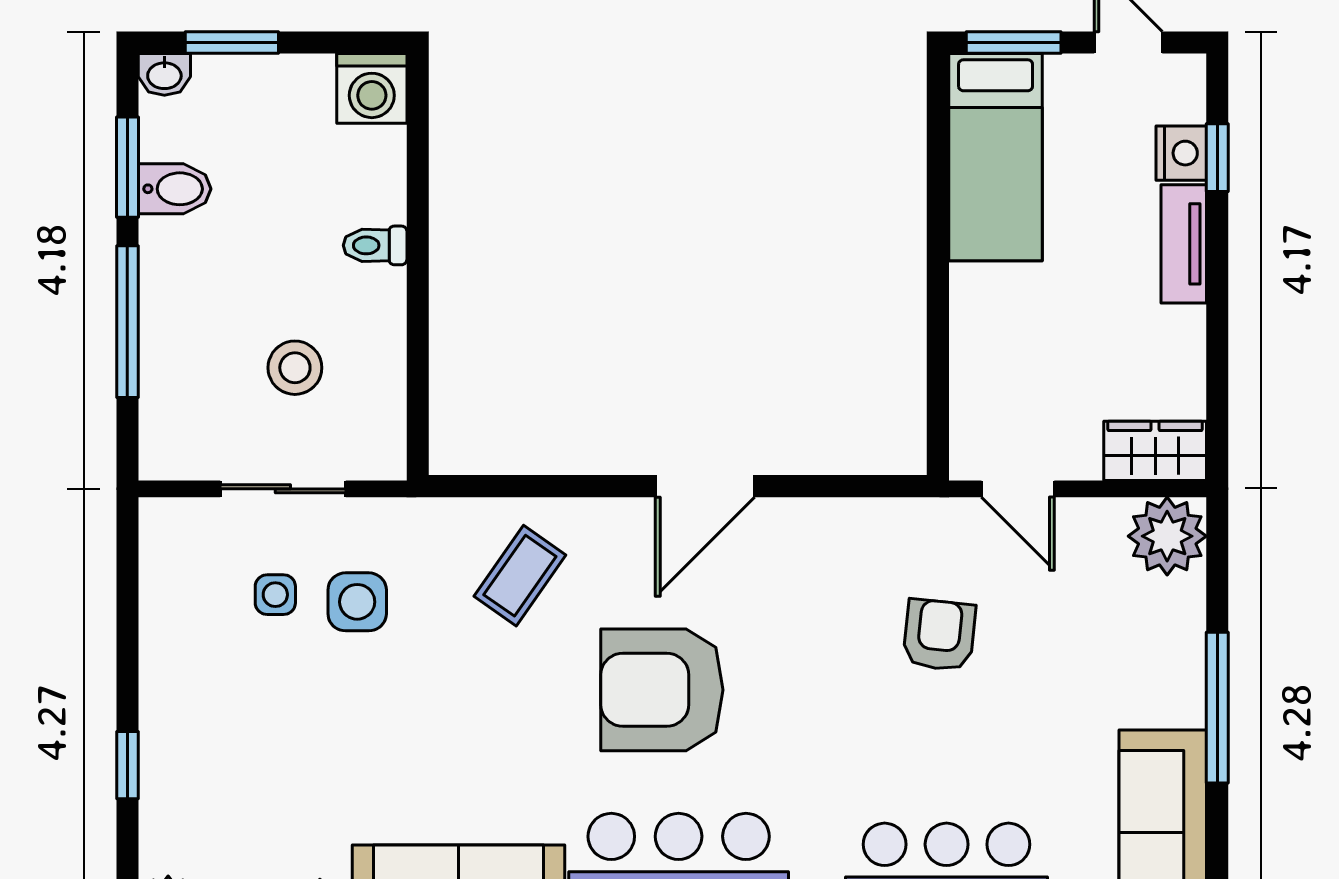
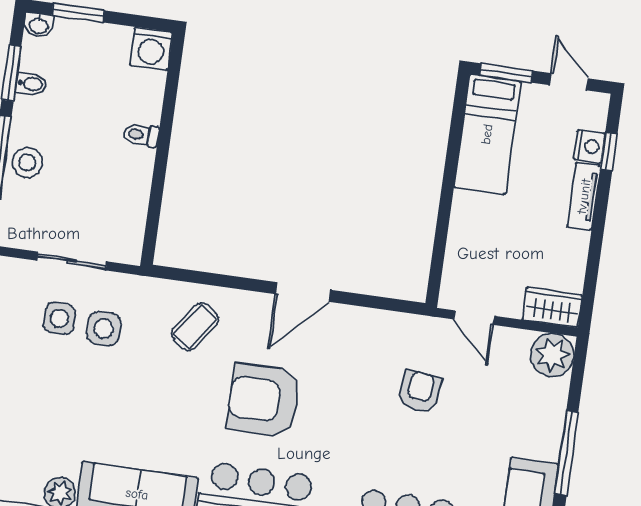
bidet: (175, 189) -> (31, 84), width x0.72, depth x0.74
stool: (295, 368) -> (27, 162), moved
side table: (275, 595) -> (59, 318), width x1.37, depth x1.37

